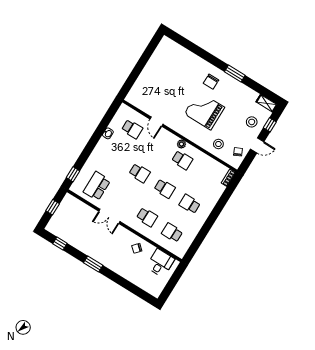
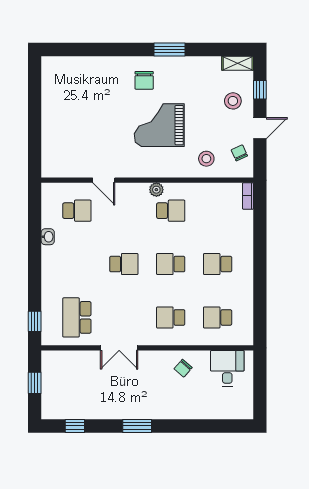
school desk: (165, 189) -> (171, 264), turned 180
school desk: (147, 217) -> (171, 317), turned 180

